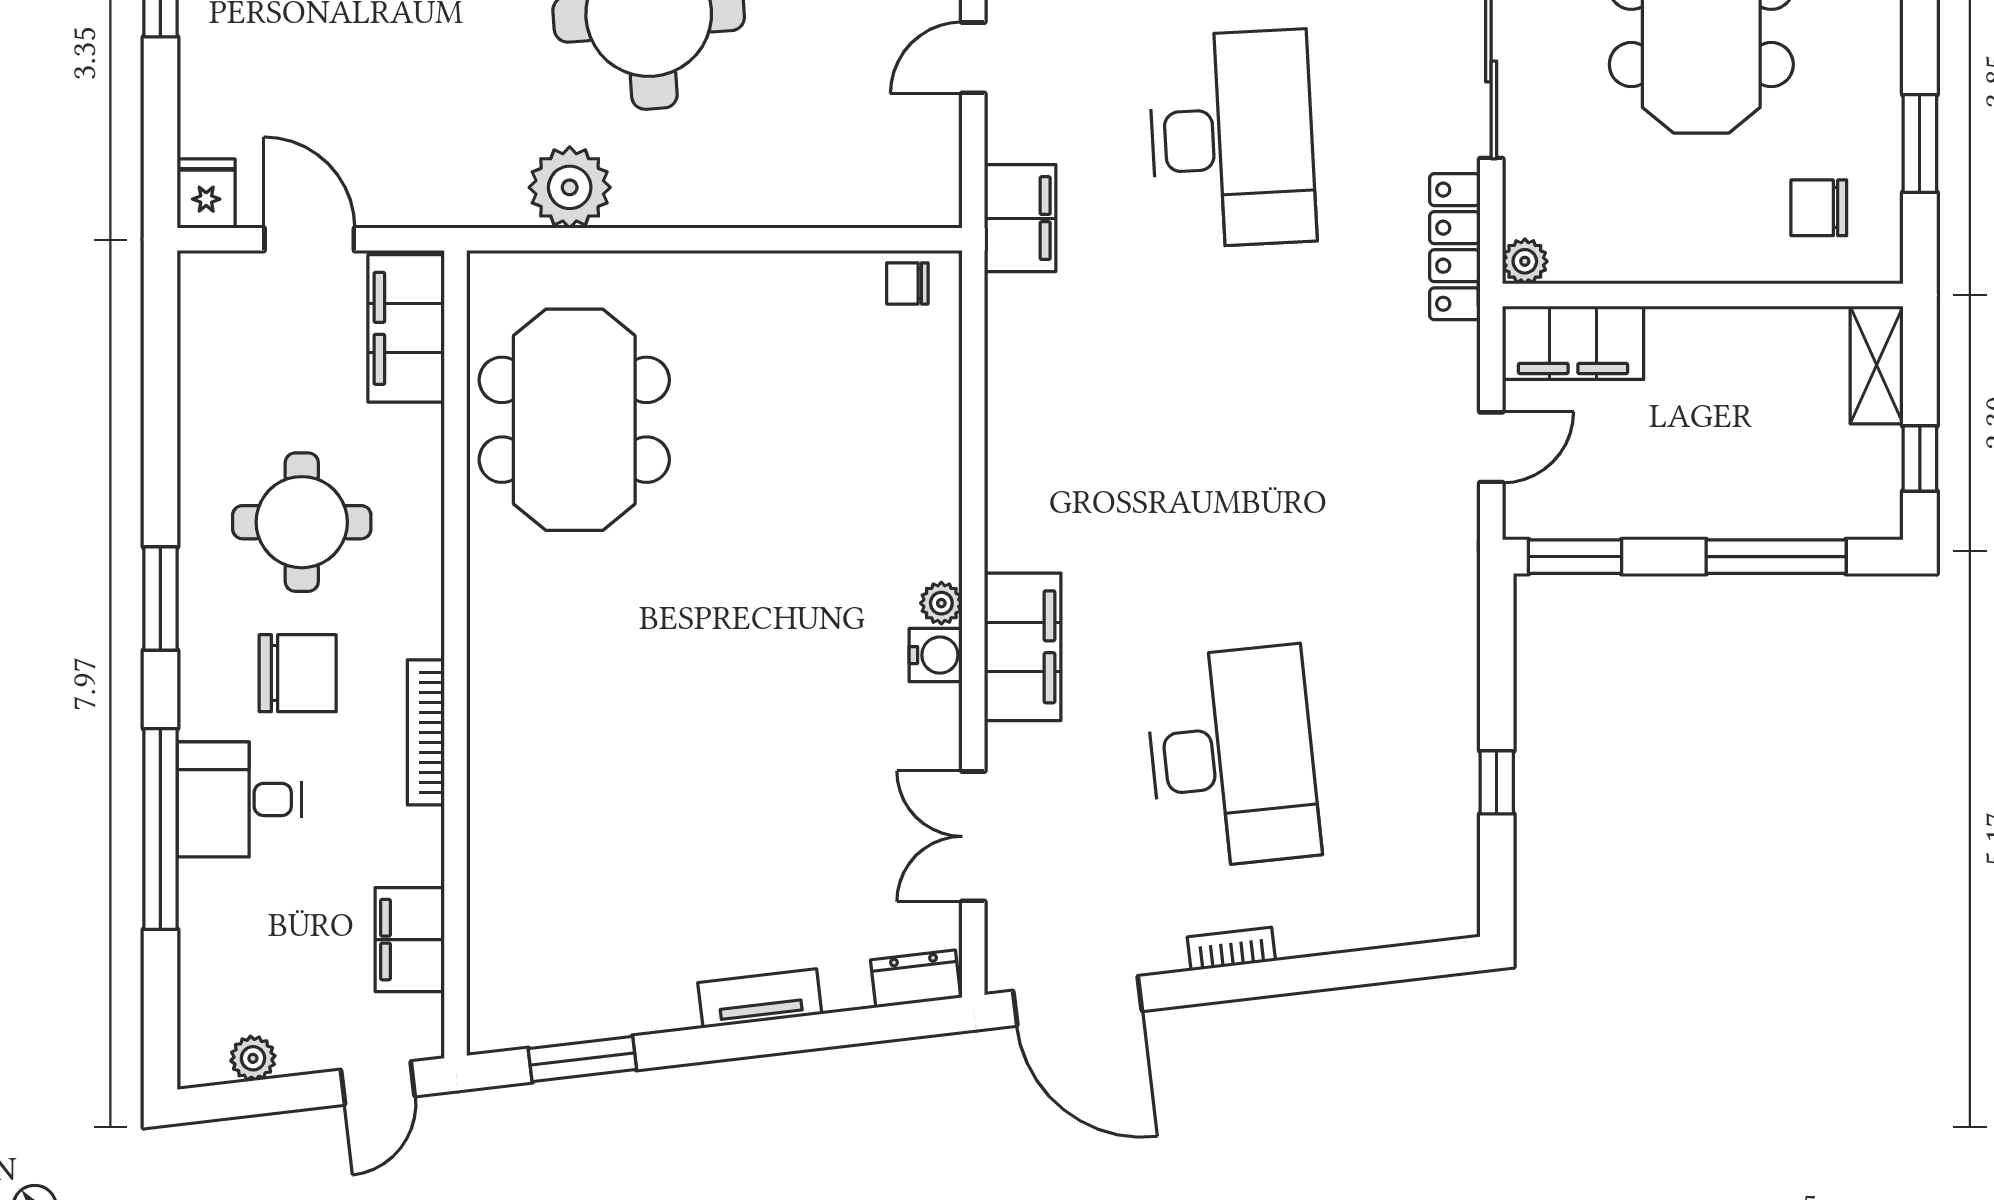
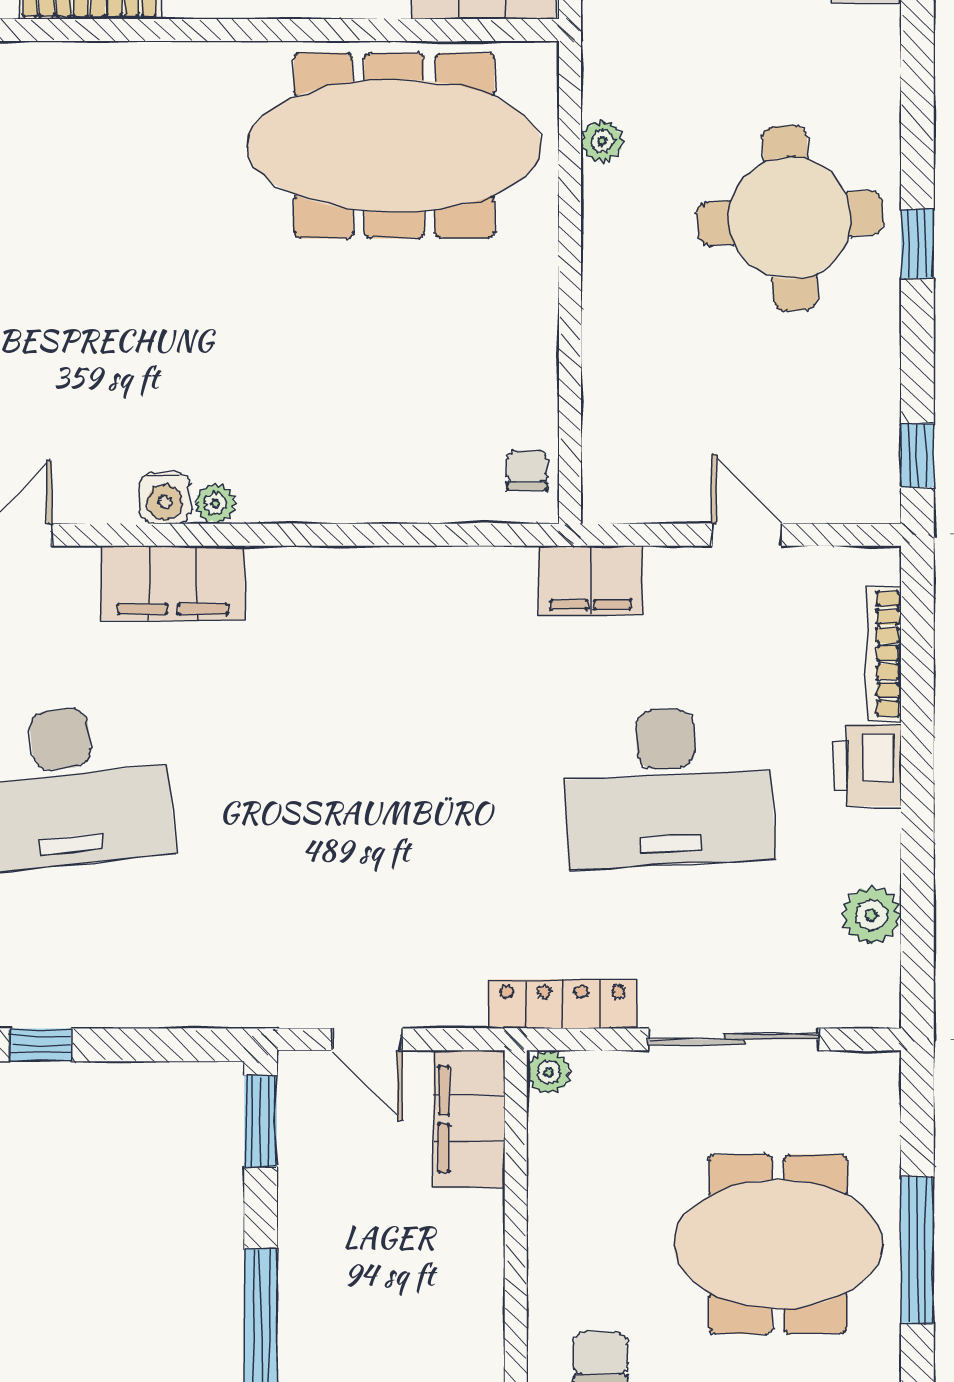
plant: (570, 187) -> (602, 141), width x0.53, depth x0.53
meeting table: (574, 420) -> (394, 146), width x1.36

